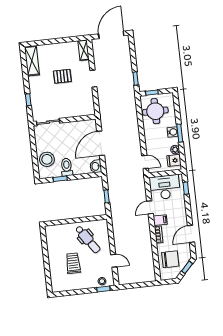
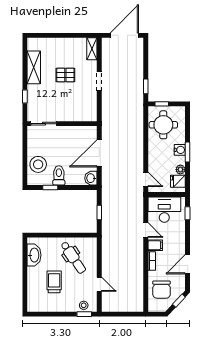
shelving: (32, 61) -> (34, 67), moved
door: (150, 207) -> (146, 230), swing flipped
washbasin: (52, 241) -> (34, 255), added
chair: (170, 259) -> (162, 290), turned 90

